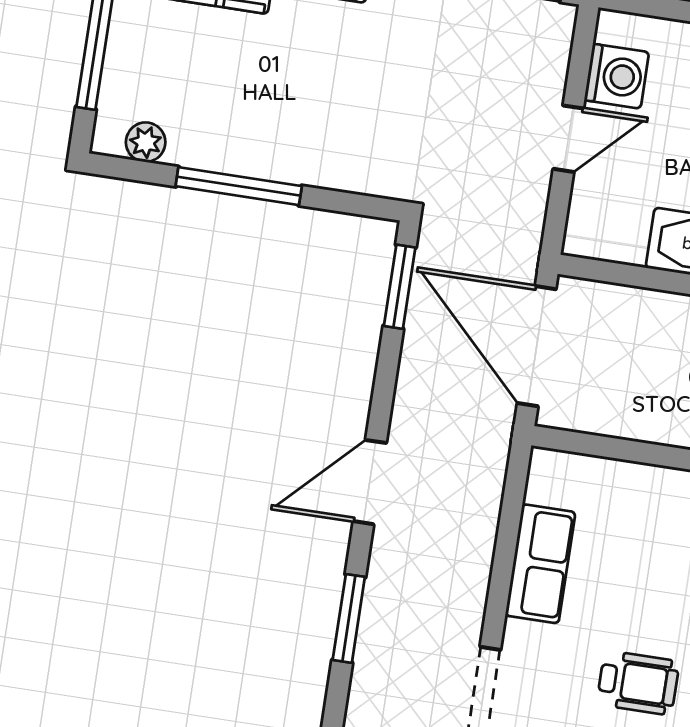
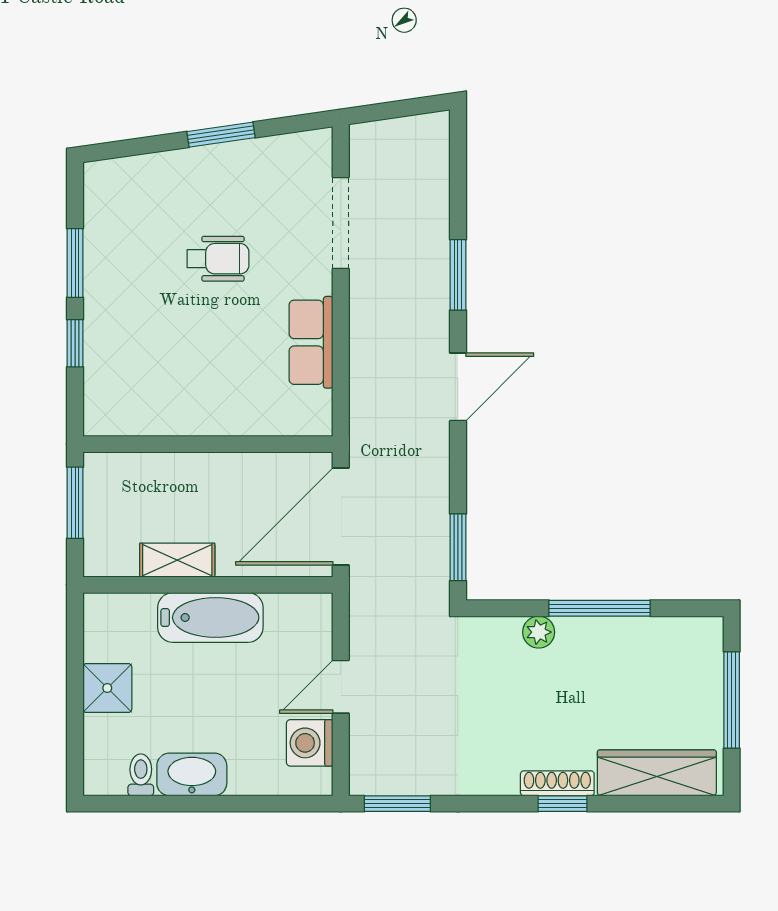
plant: (146, 142) -> (539, 632), moved
door: (537, 346) -> (341, 516), swing flipped
wheelchair: (638, 683) -> (218, 259), turned 180

